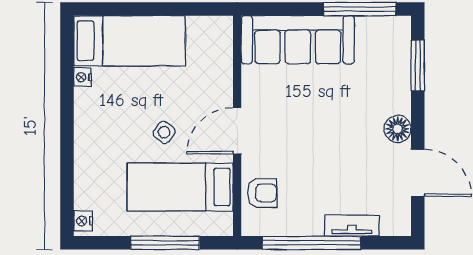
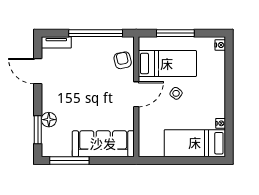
floor lamp: (398, 129) -> (49, 120), moved
armchair: (262, 193) -> (123, 60), turned 78
tv unit: (352, 226) -> (56, 42), moved

